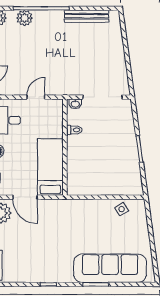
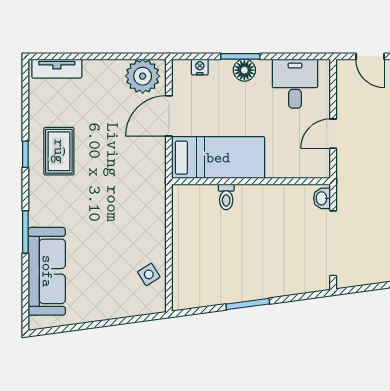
door: (36, 97) -> (333, 134), swing flipped
toilet: (74, 130) -> (226, 197), moved
rug: (47, 264) -> (59, 151), added
sofa: (110, 268) -> (47, 271), width x0.74, depth x0.79

